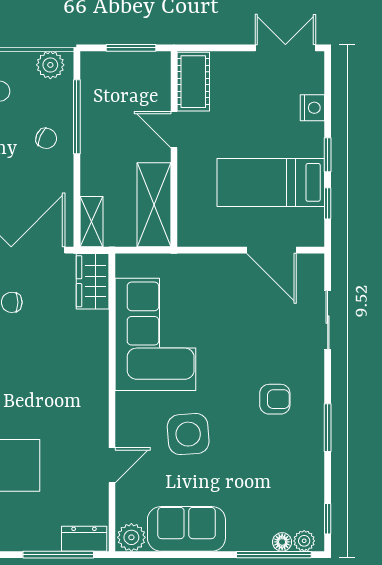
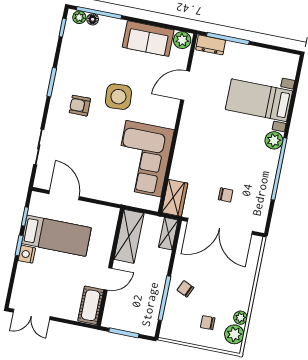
plant: (50, 65) -> (174, 332), removed
nightstand: (312, 108) -> (27, 254), moved
door: (174, 130) -> (108, 279), hinge flipped
side table: (188, 434) -> (118, 97), moved
door: (112, 465) -> (185, 85), width x1.38

